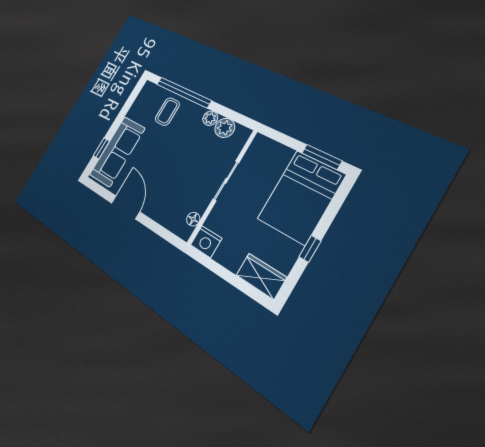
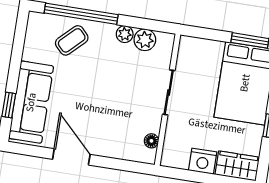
coffee table: (167, 112) -> (72, 40), turned 46
nightstand: (206, 242) -> (203, 161), moved

